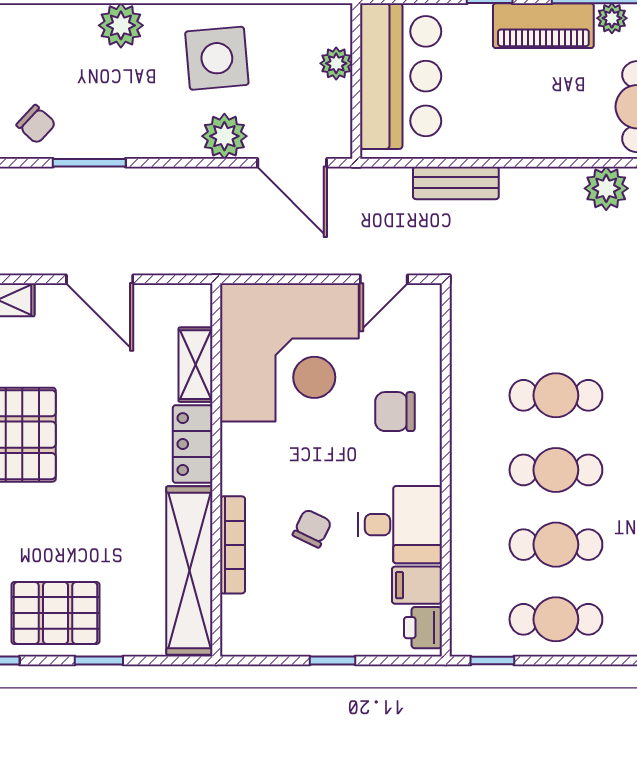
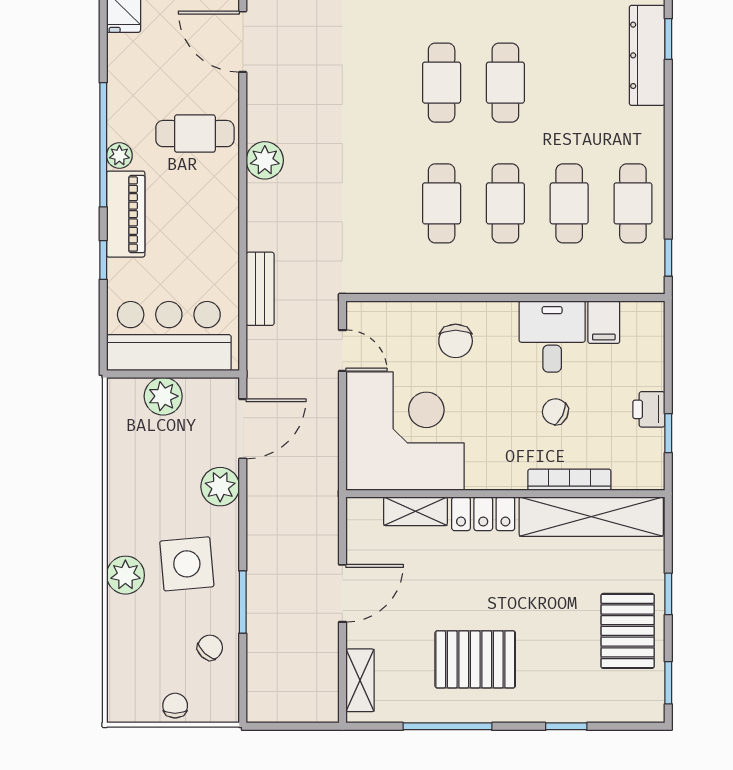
side table: (217, 58) -> (187, 564), moved
plant: (336, 63) -> (163, 396), width x1.38, depth x1.38
printer: (423, 628) -> (649, 409), moved, turned 90
window: (332, 661) -> (668, 433), moved

